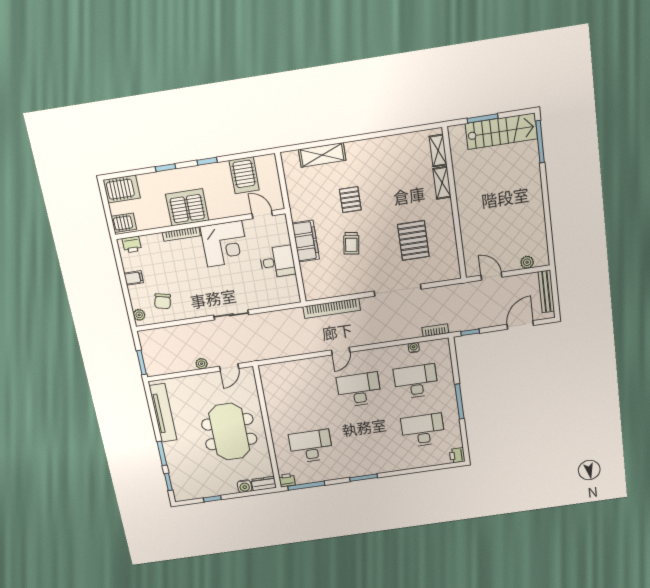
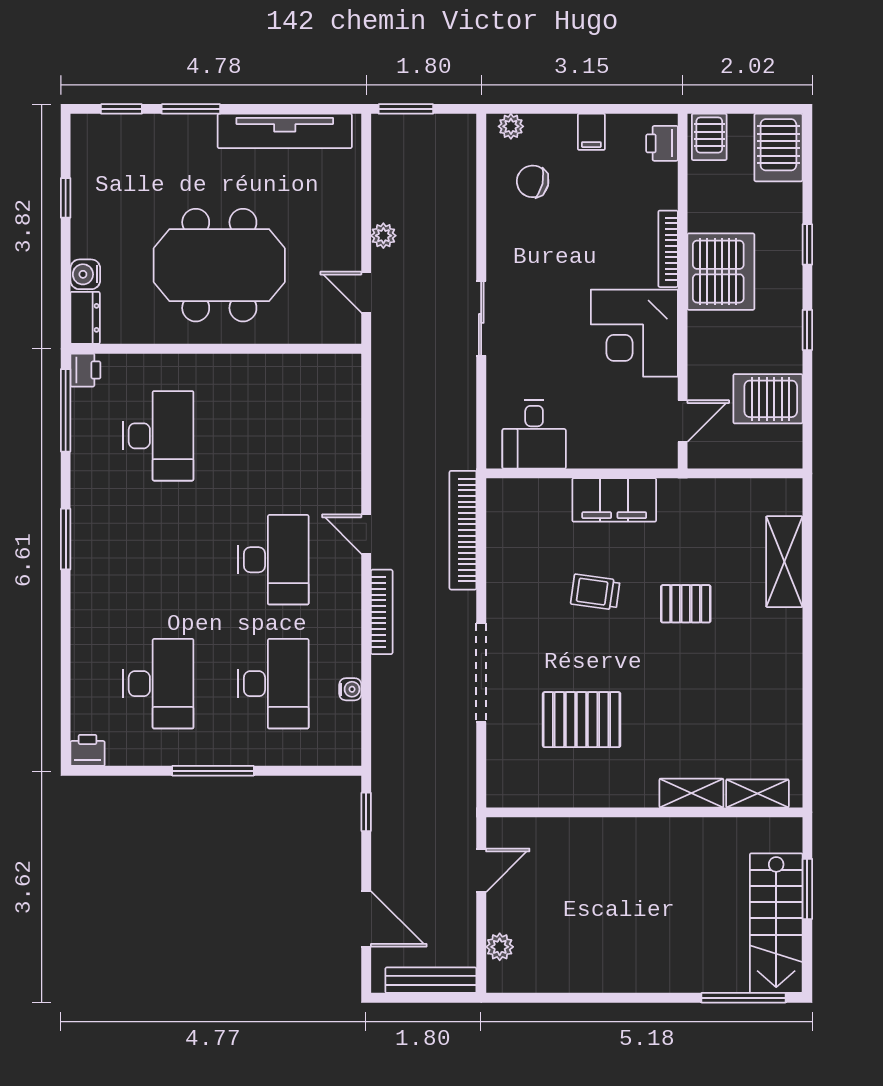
desk: (277, 262) -> (534, 434), moved
bookcase: (435, 330) -> (382, 612), moved, width x1.56

